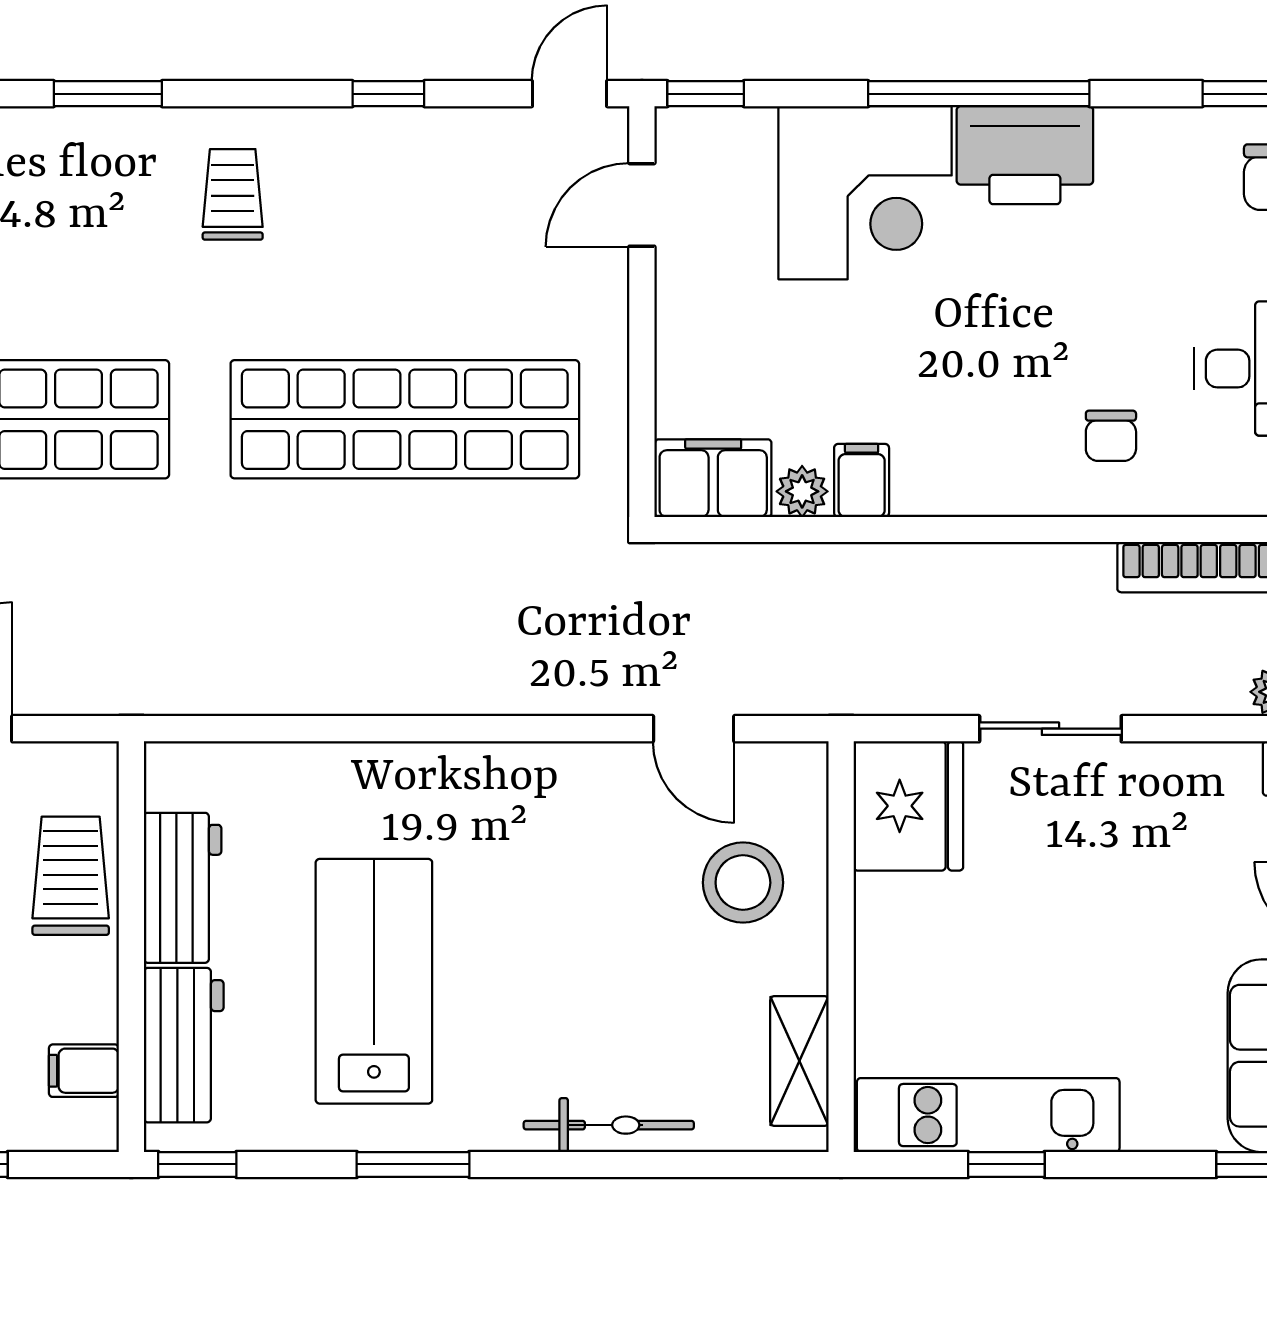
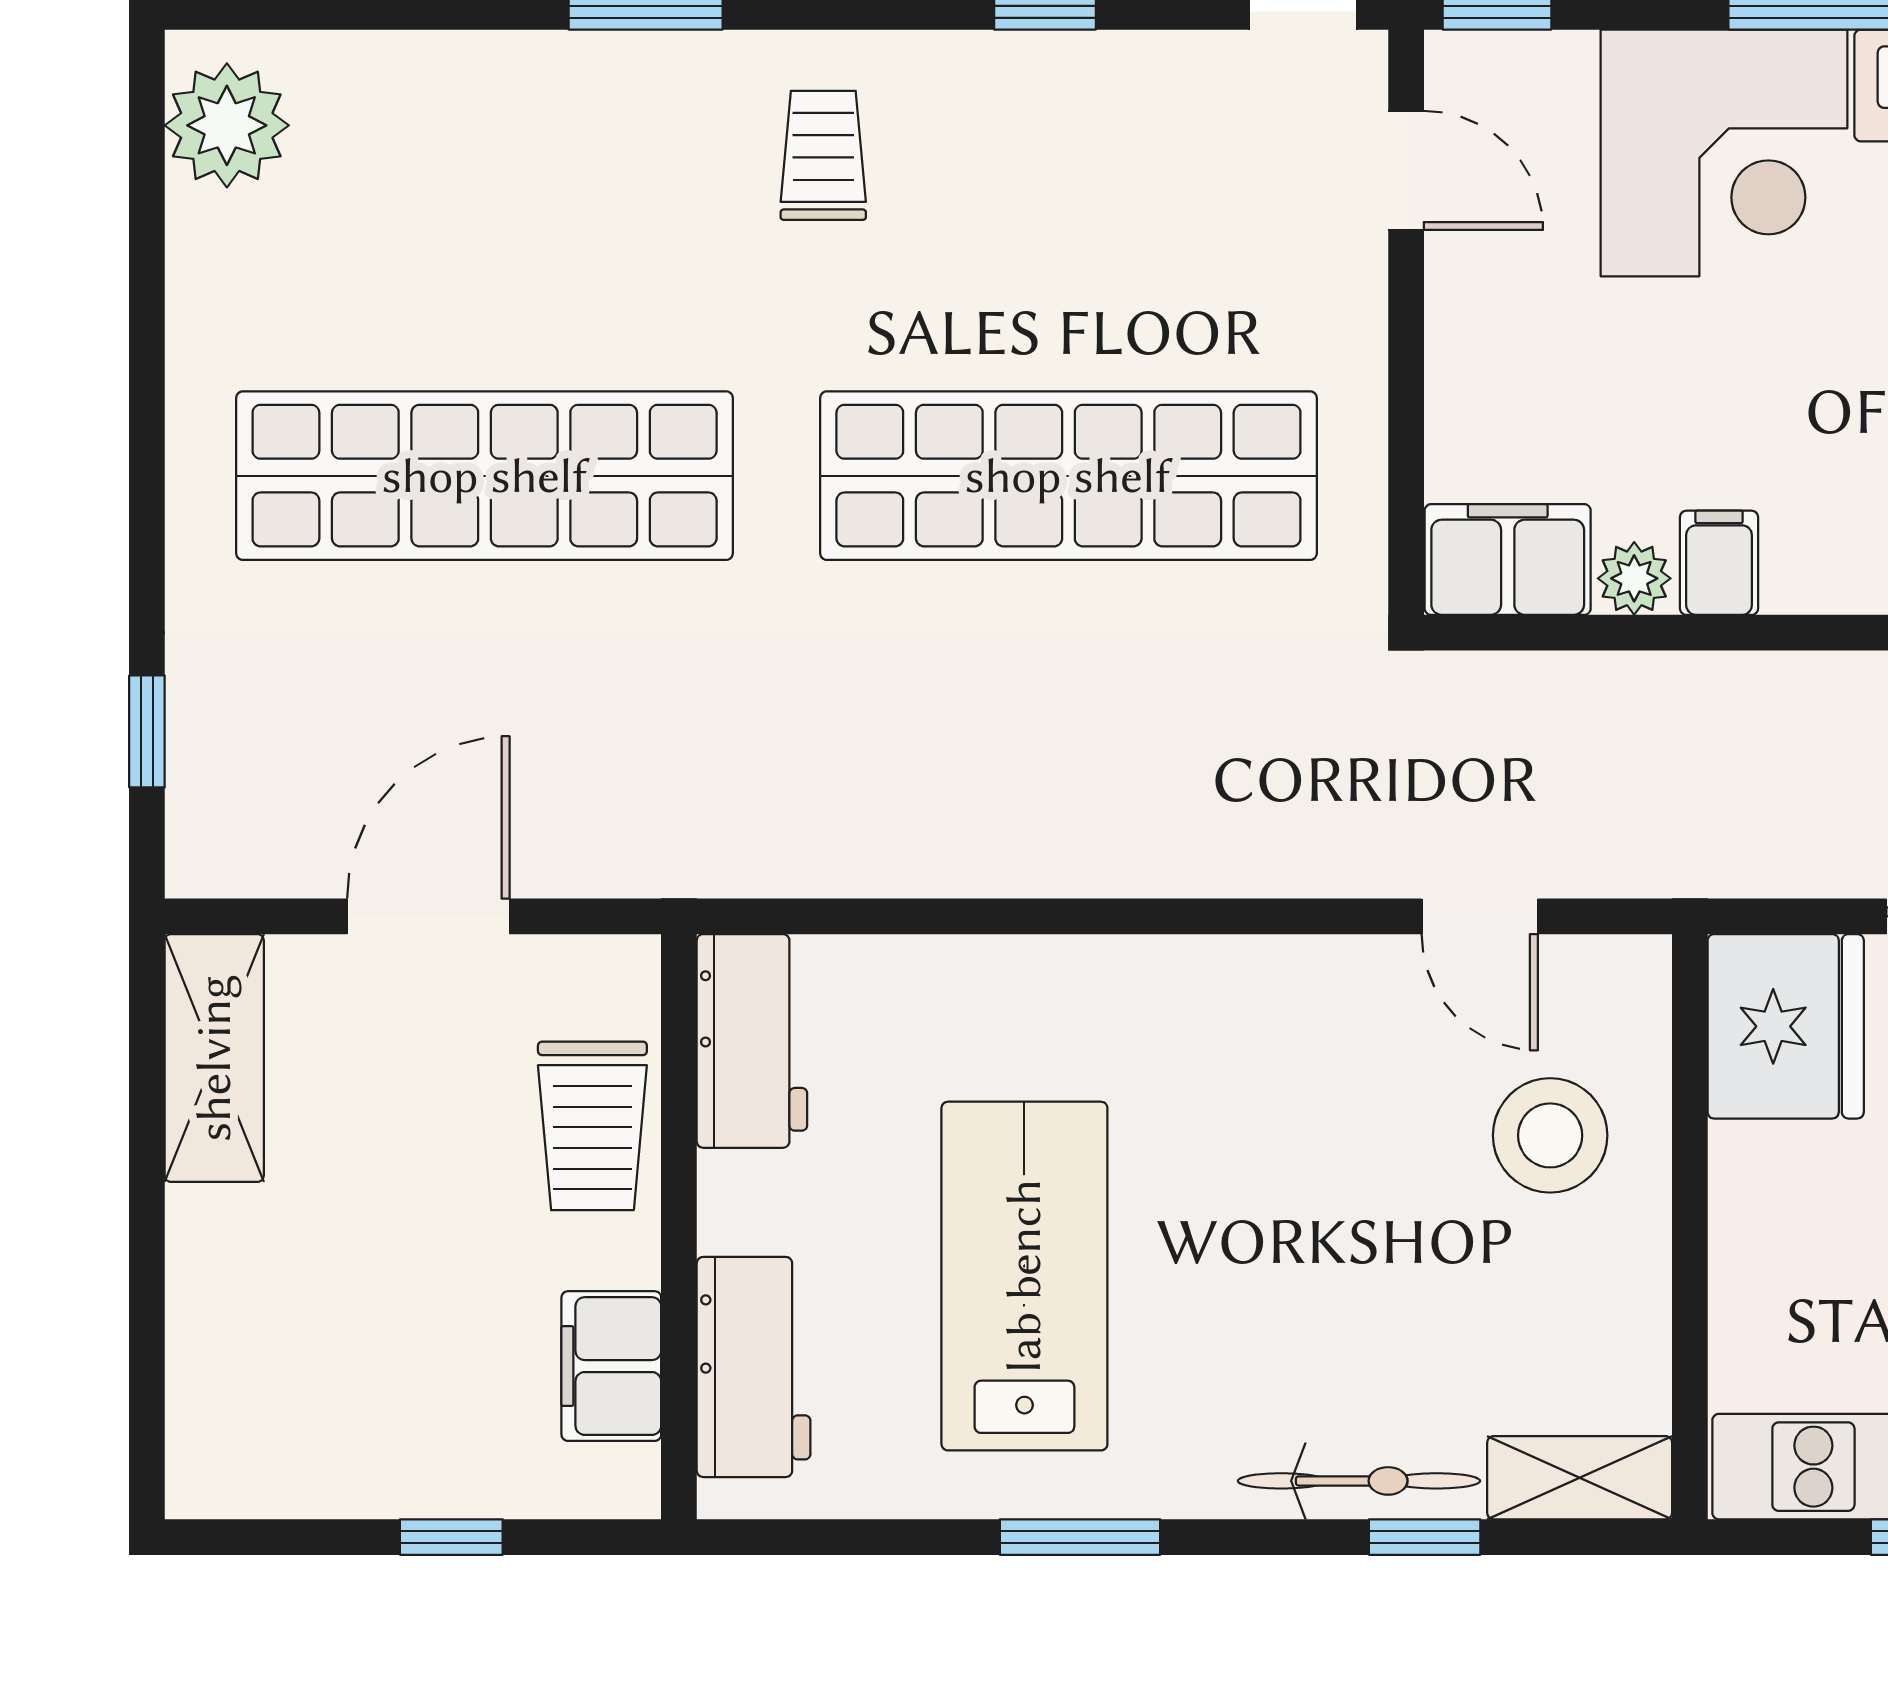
door: (642, 205) -> (1406, 170), swing flipped
trolley: (71, 876) -> (592, 1126), turned 180
workbench: (183, 888) -> (752, 1041), moved
shelving: (799, 1061) -> (1580, 1478), moved, turned 90
filing cabinet: (84, 1071) -> (611, 1366), width x2.00
window: (197, 1164) -> (1425, 1537), moved

